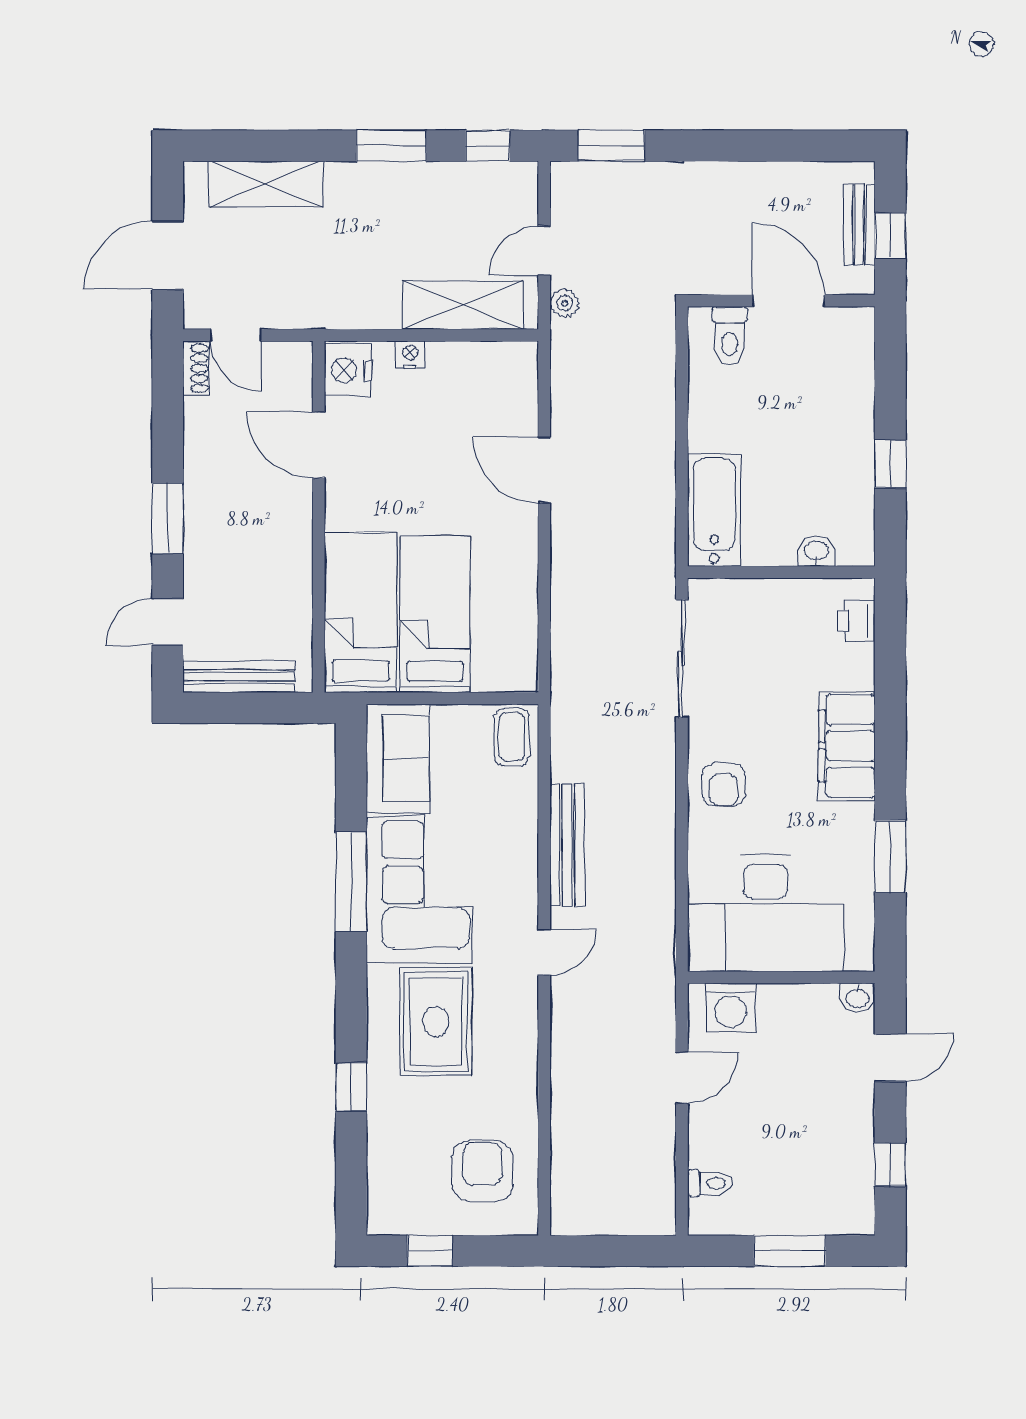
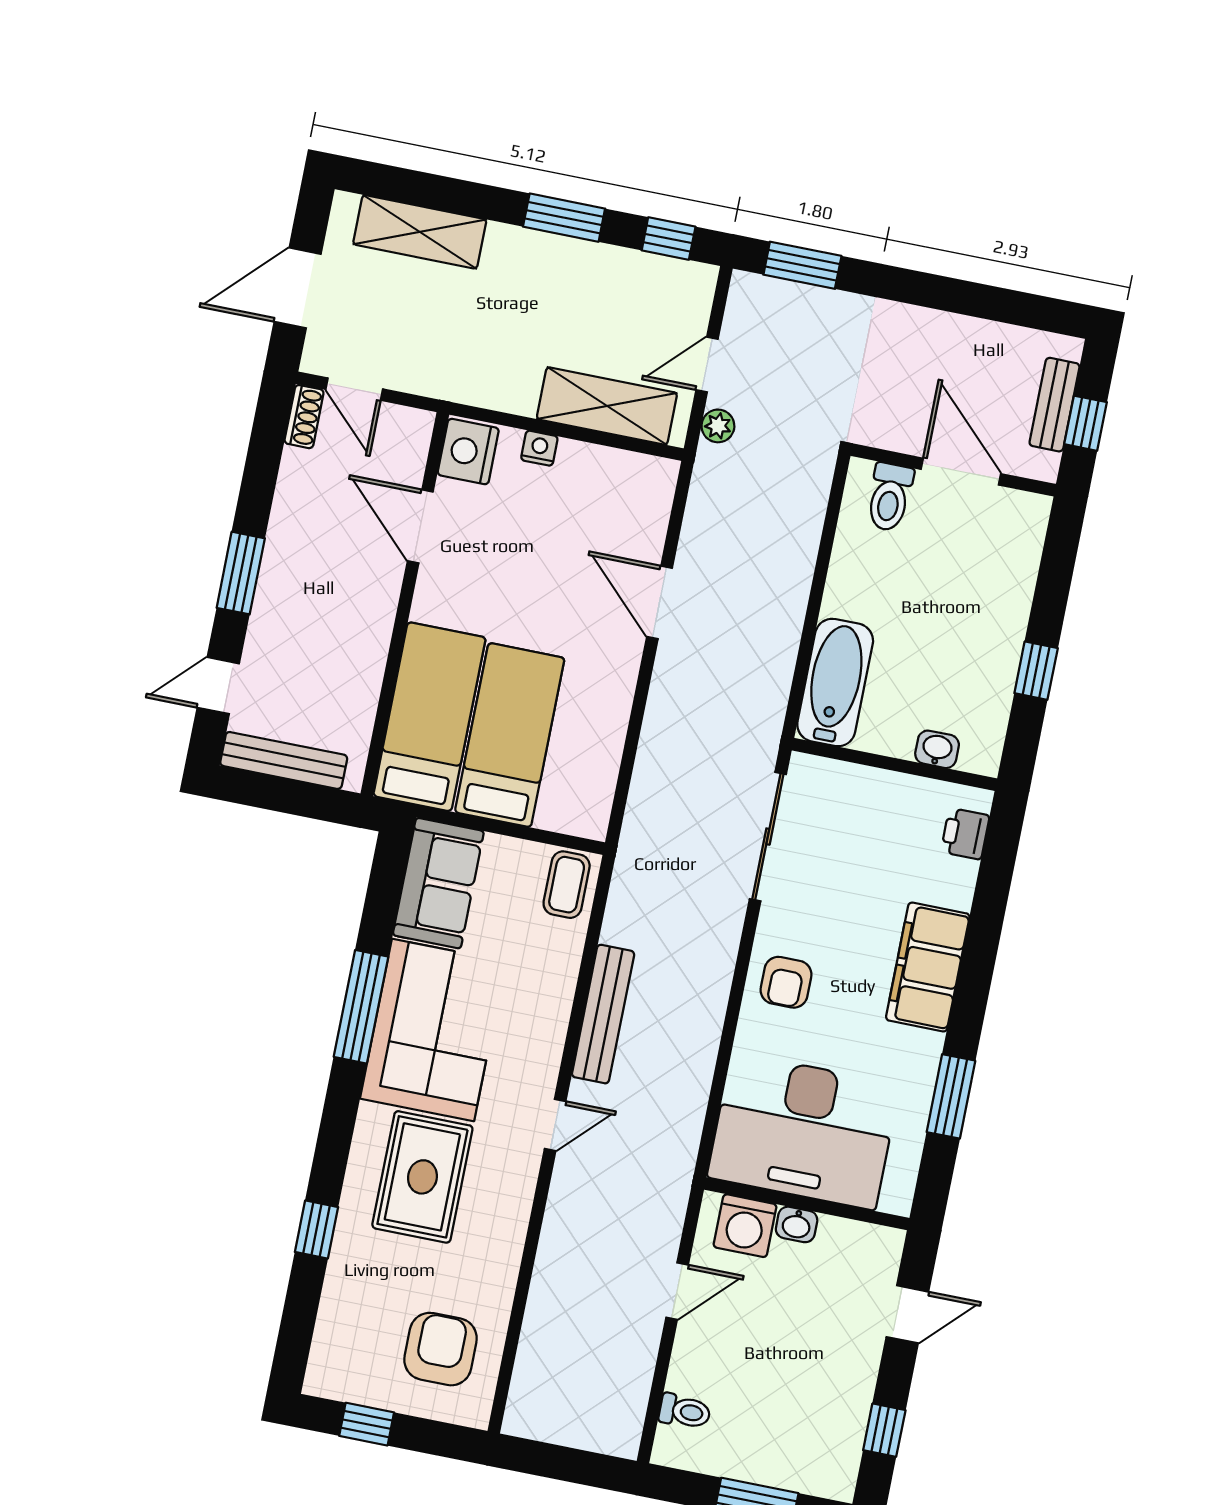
washbasin: (857, 998) -> (797, 1224), moved

